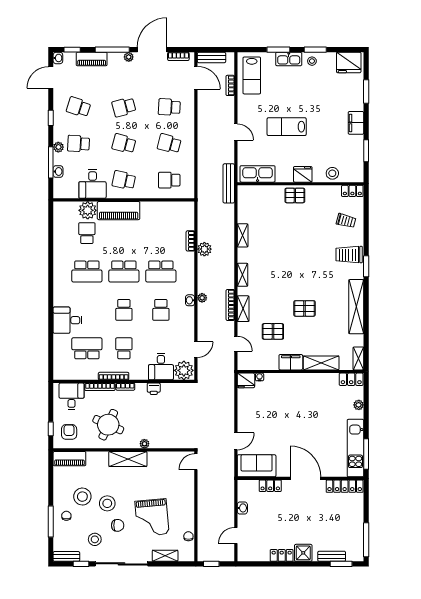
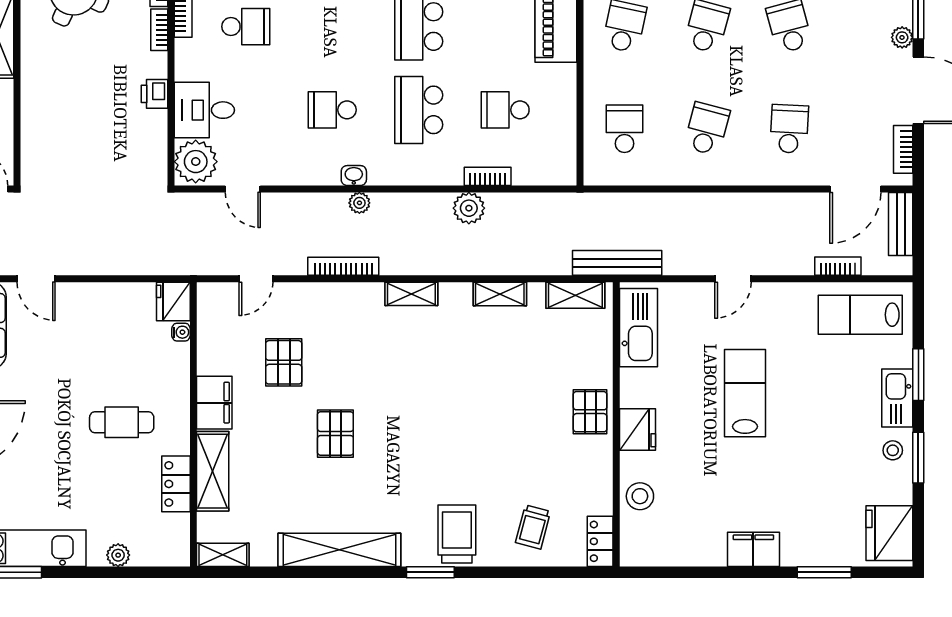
window: (366, 151) -> (691, 572), removed
shelving: (243, 309) -> (575, 295), moved
school desk: (124, 310) -> (505, 110), moved
locker: (351, 379) -> (176, 484), moved
cafe table: (299, 403) -> (122, 422), added
plant: (144, 444) -> (31, 73), removed

